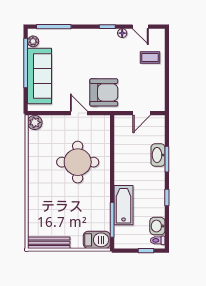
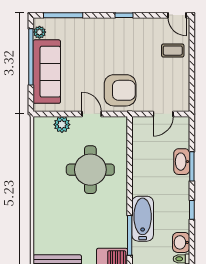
door: (140, 27) -> (177, 15), moved
floor lamp: (122, 33) -> (141, 23), removed
plant: (35, 122) -> (62, 125), moved

